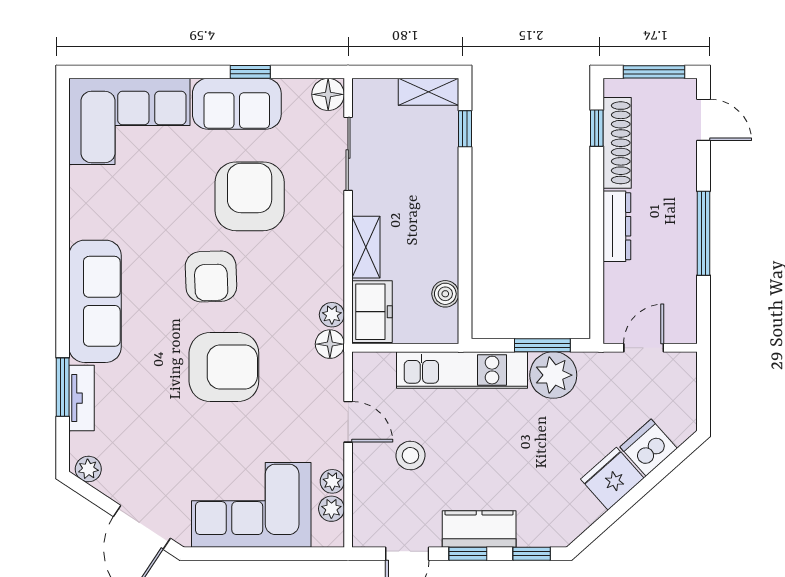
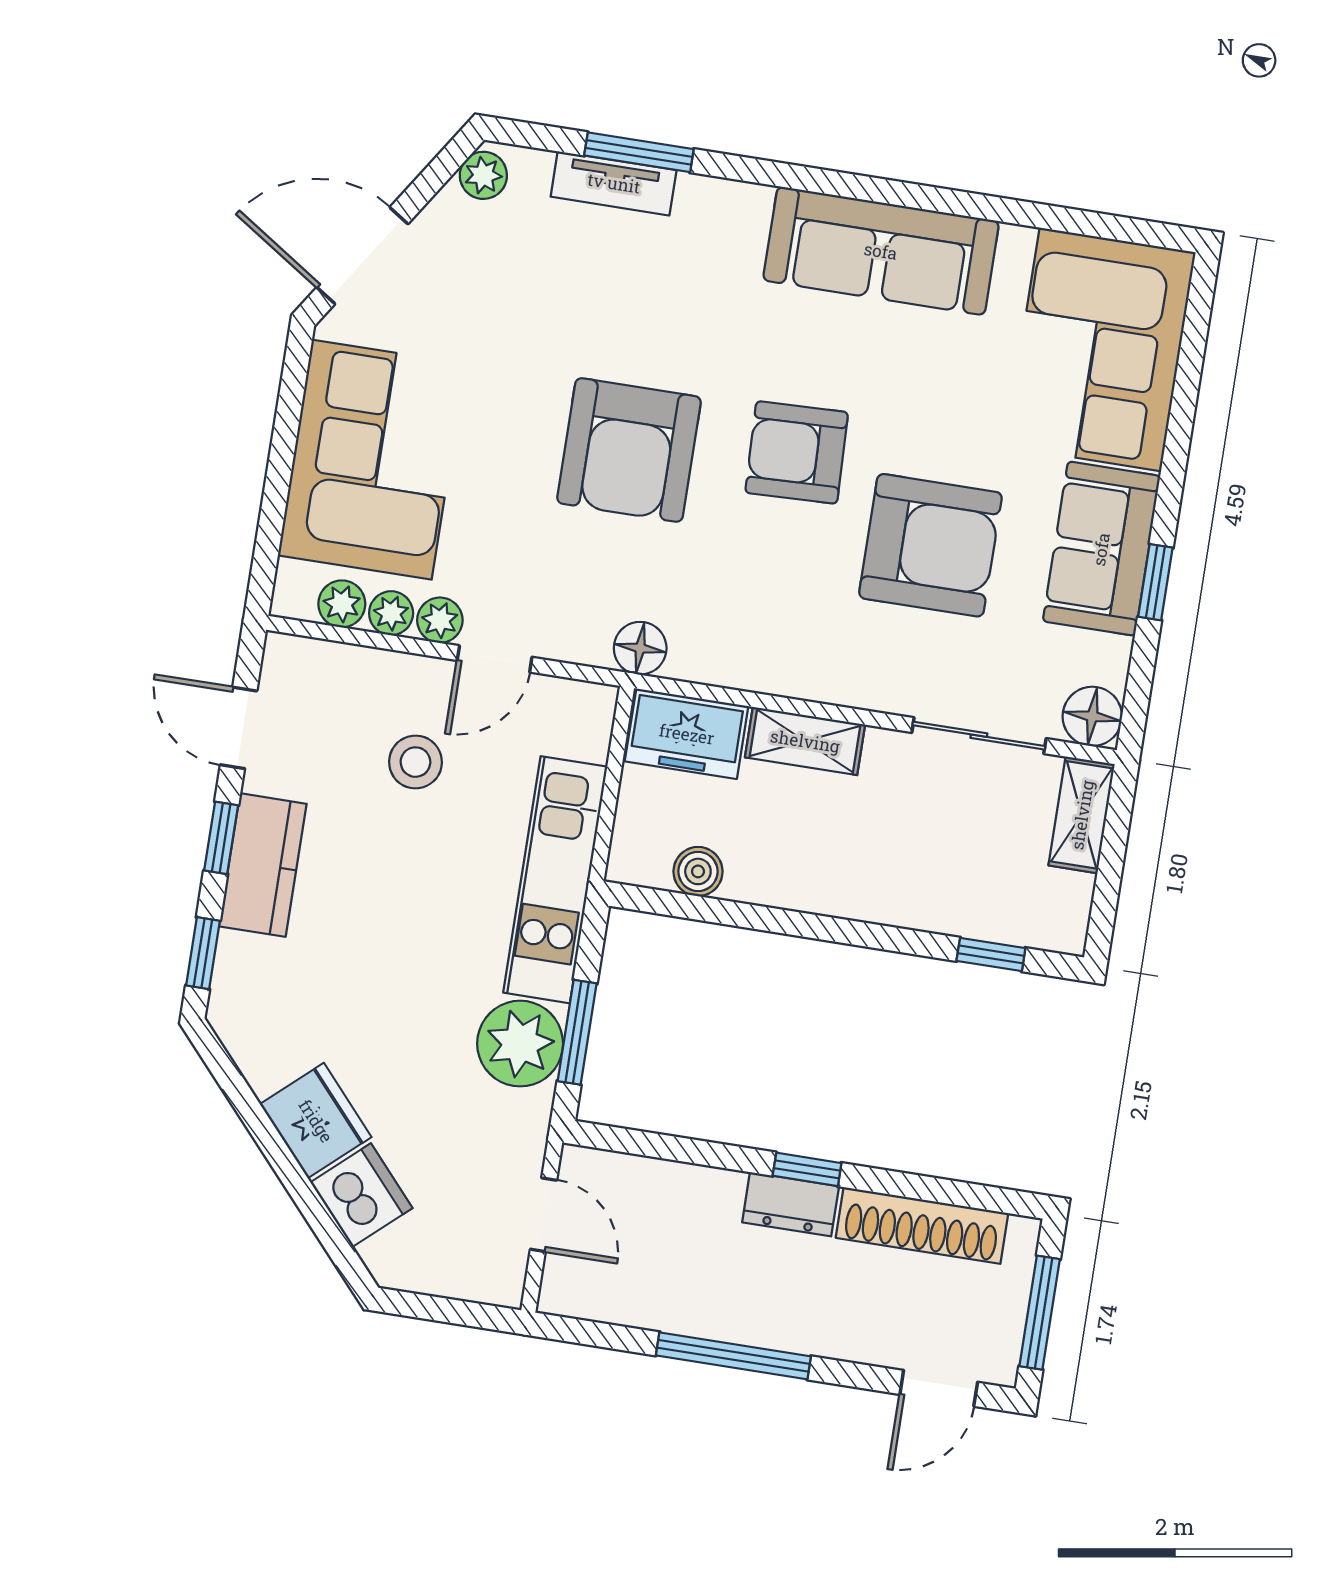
shelving: (429, 92) -> (1082, 815), moved
window: (597, 128) -> (807, 1169), moved
dresser: (617, 226) -> (791, 1204), width x0.70
sofa: (95, 301) -> (881, 251), moved
plant: (332, 315) -> (440, 620), moved

